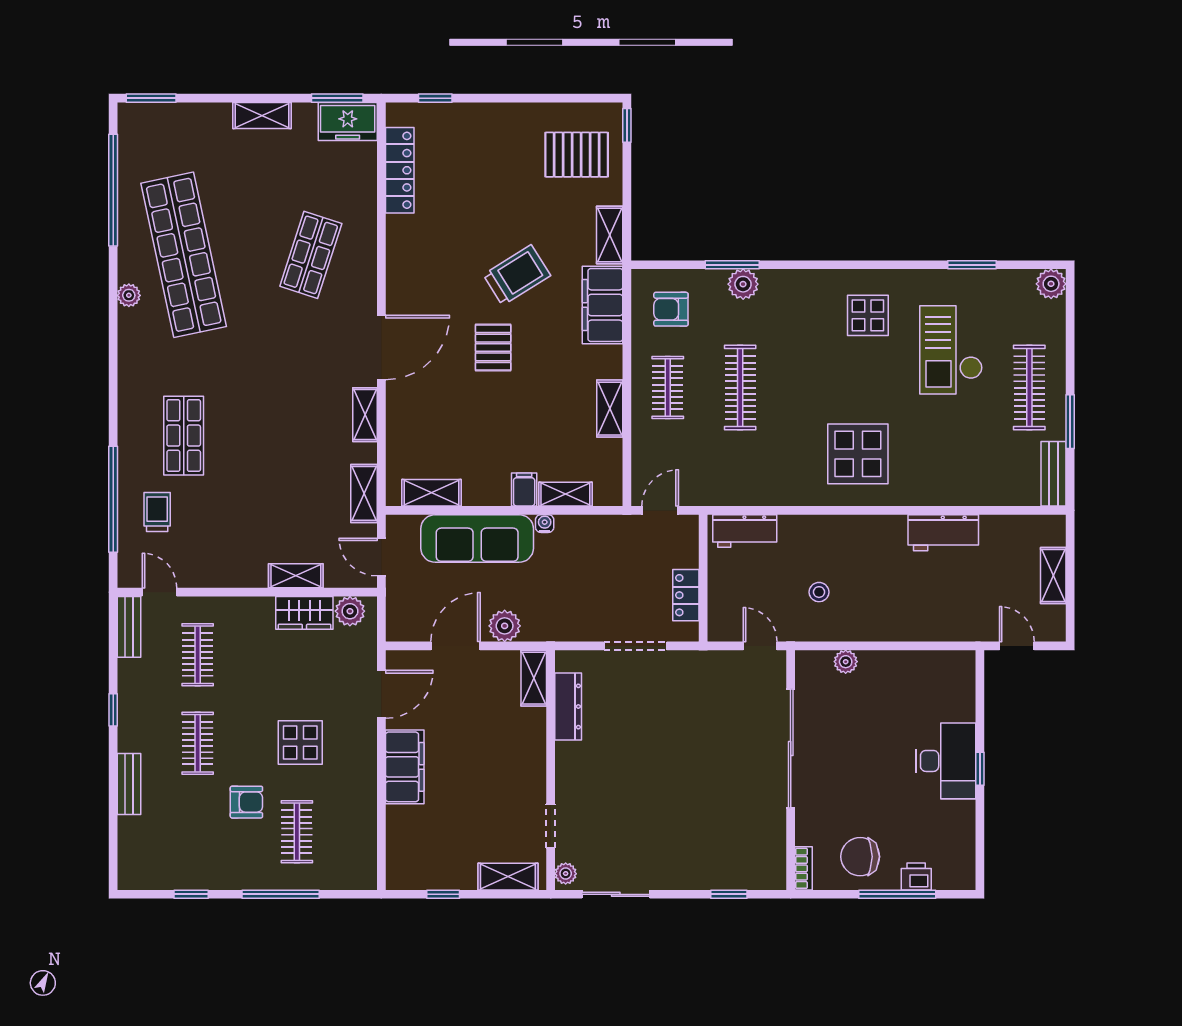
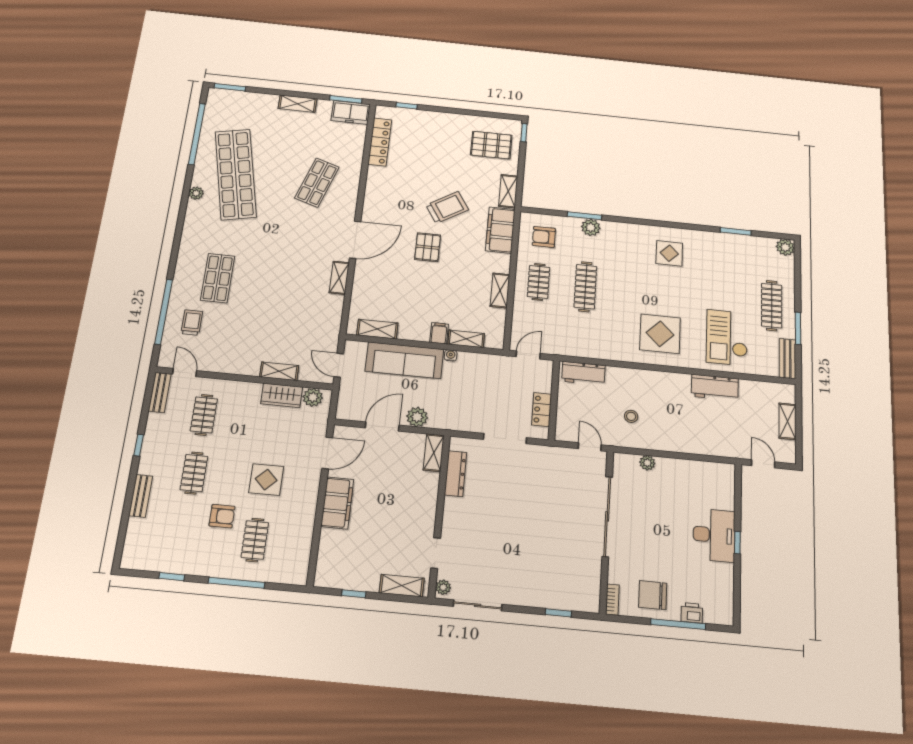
checkout: (951, 350) -> (727, 338), moved
shelving: (364, 493) -> (332, 325), removed

